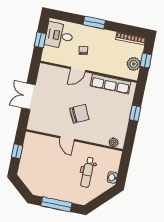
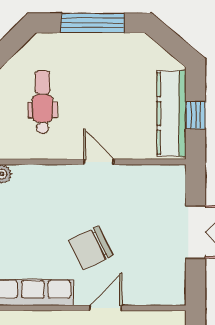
chair: (79, 114) -> (91, 248), moved
kitchen counter: (28, 154) -> (171, 113), added

